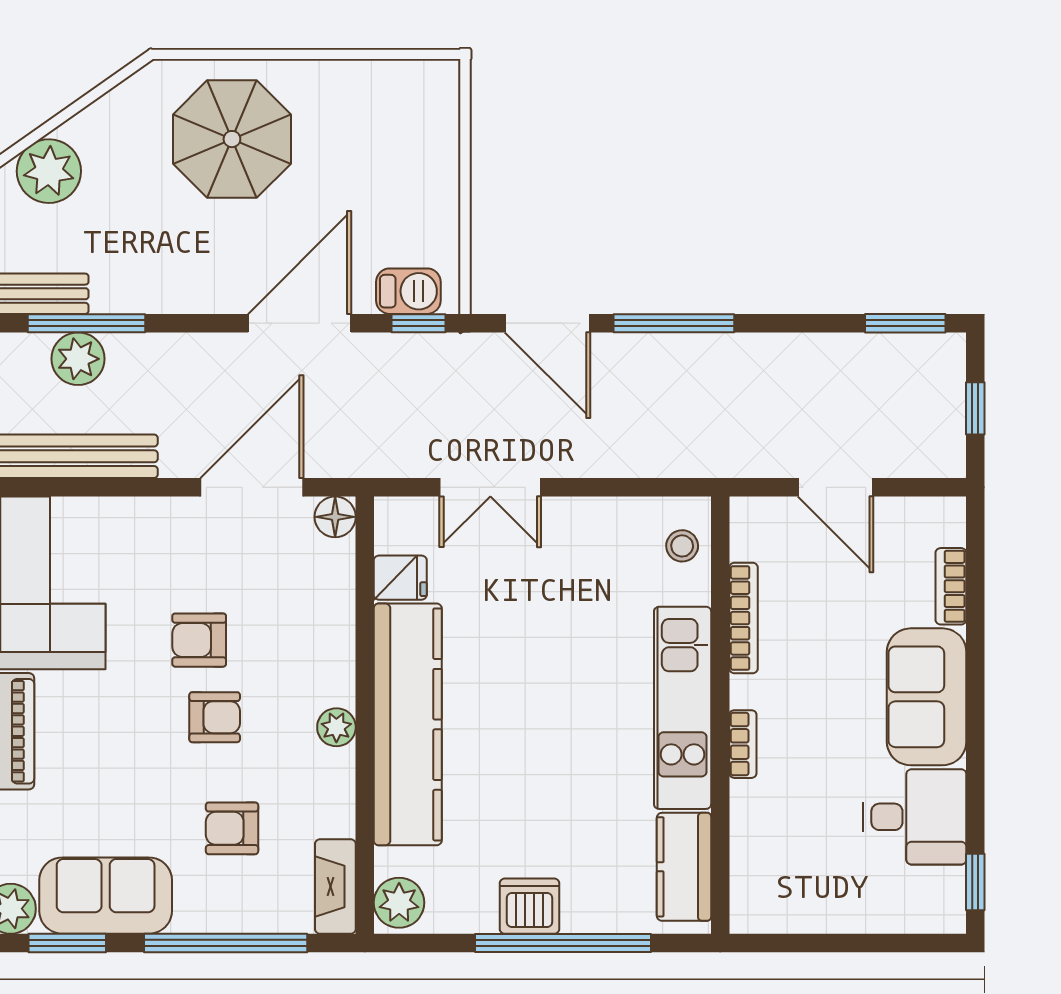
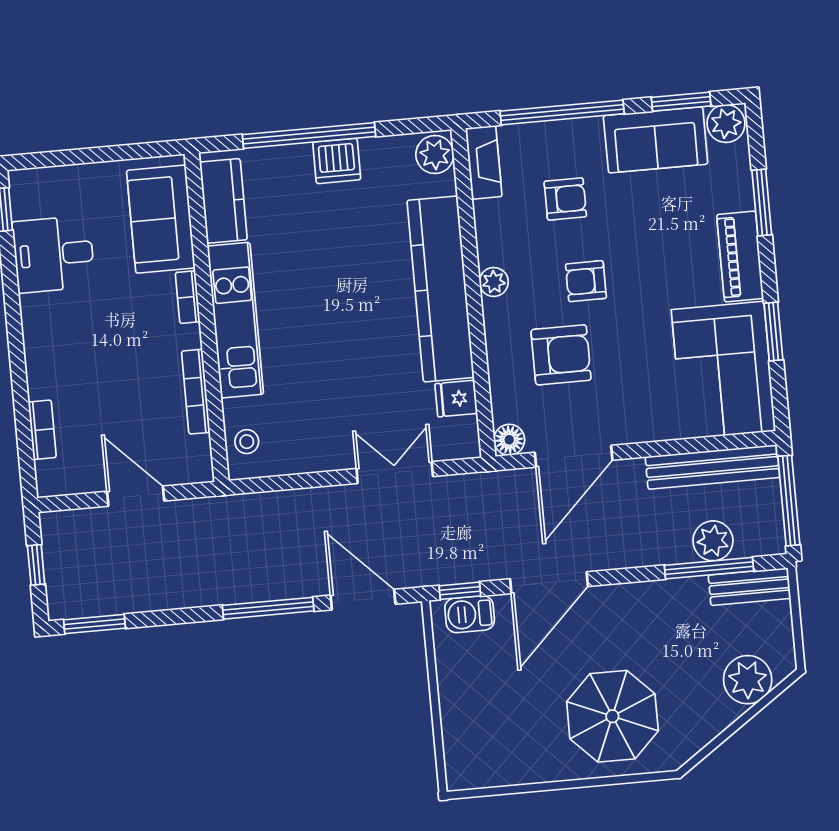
armchair: (199, 640) -> (561, 355), moved, width x1.38, depth x1.38
sofa: (927, 697) -> (161, 219), moved, turned 180

